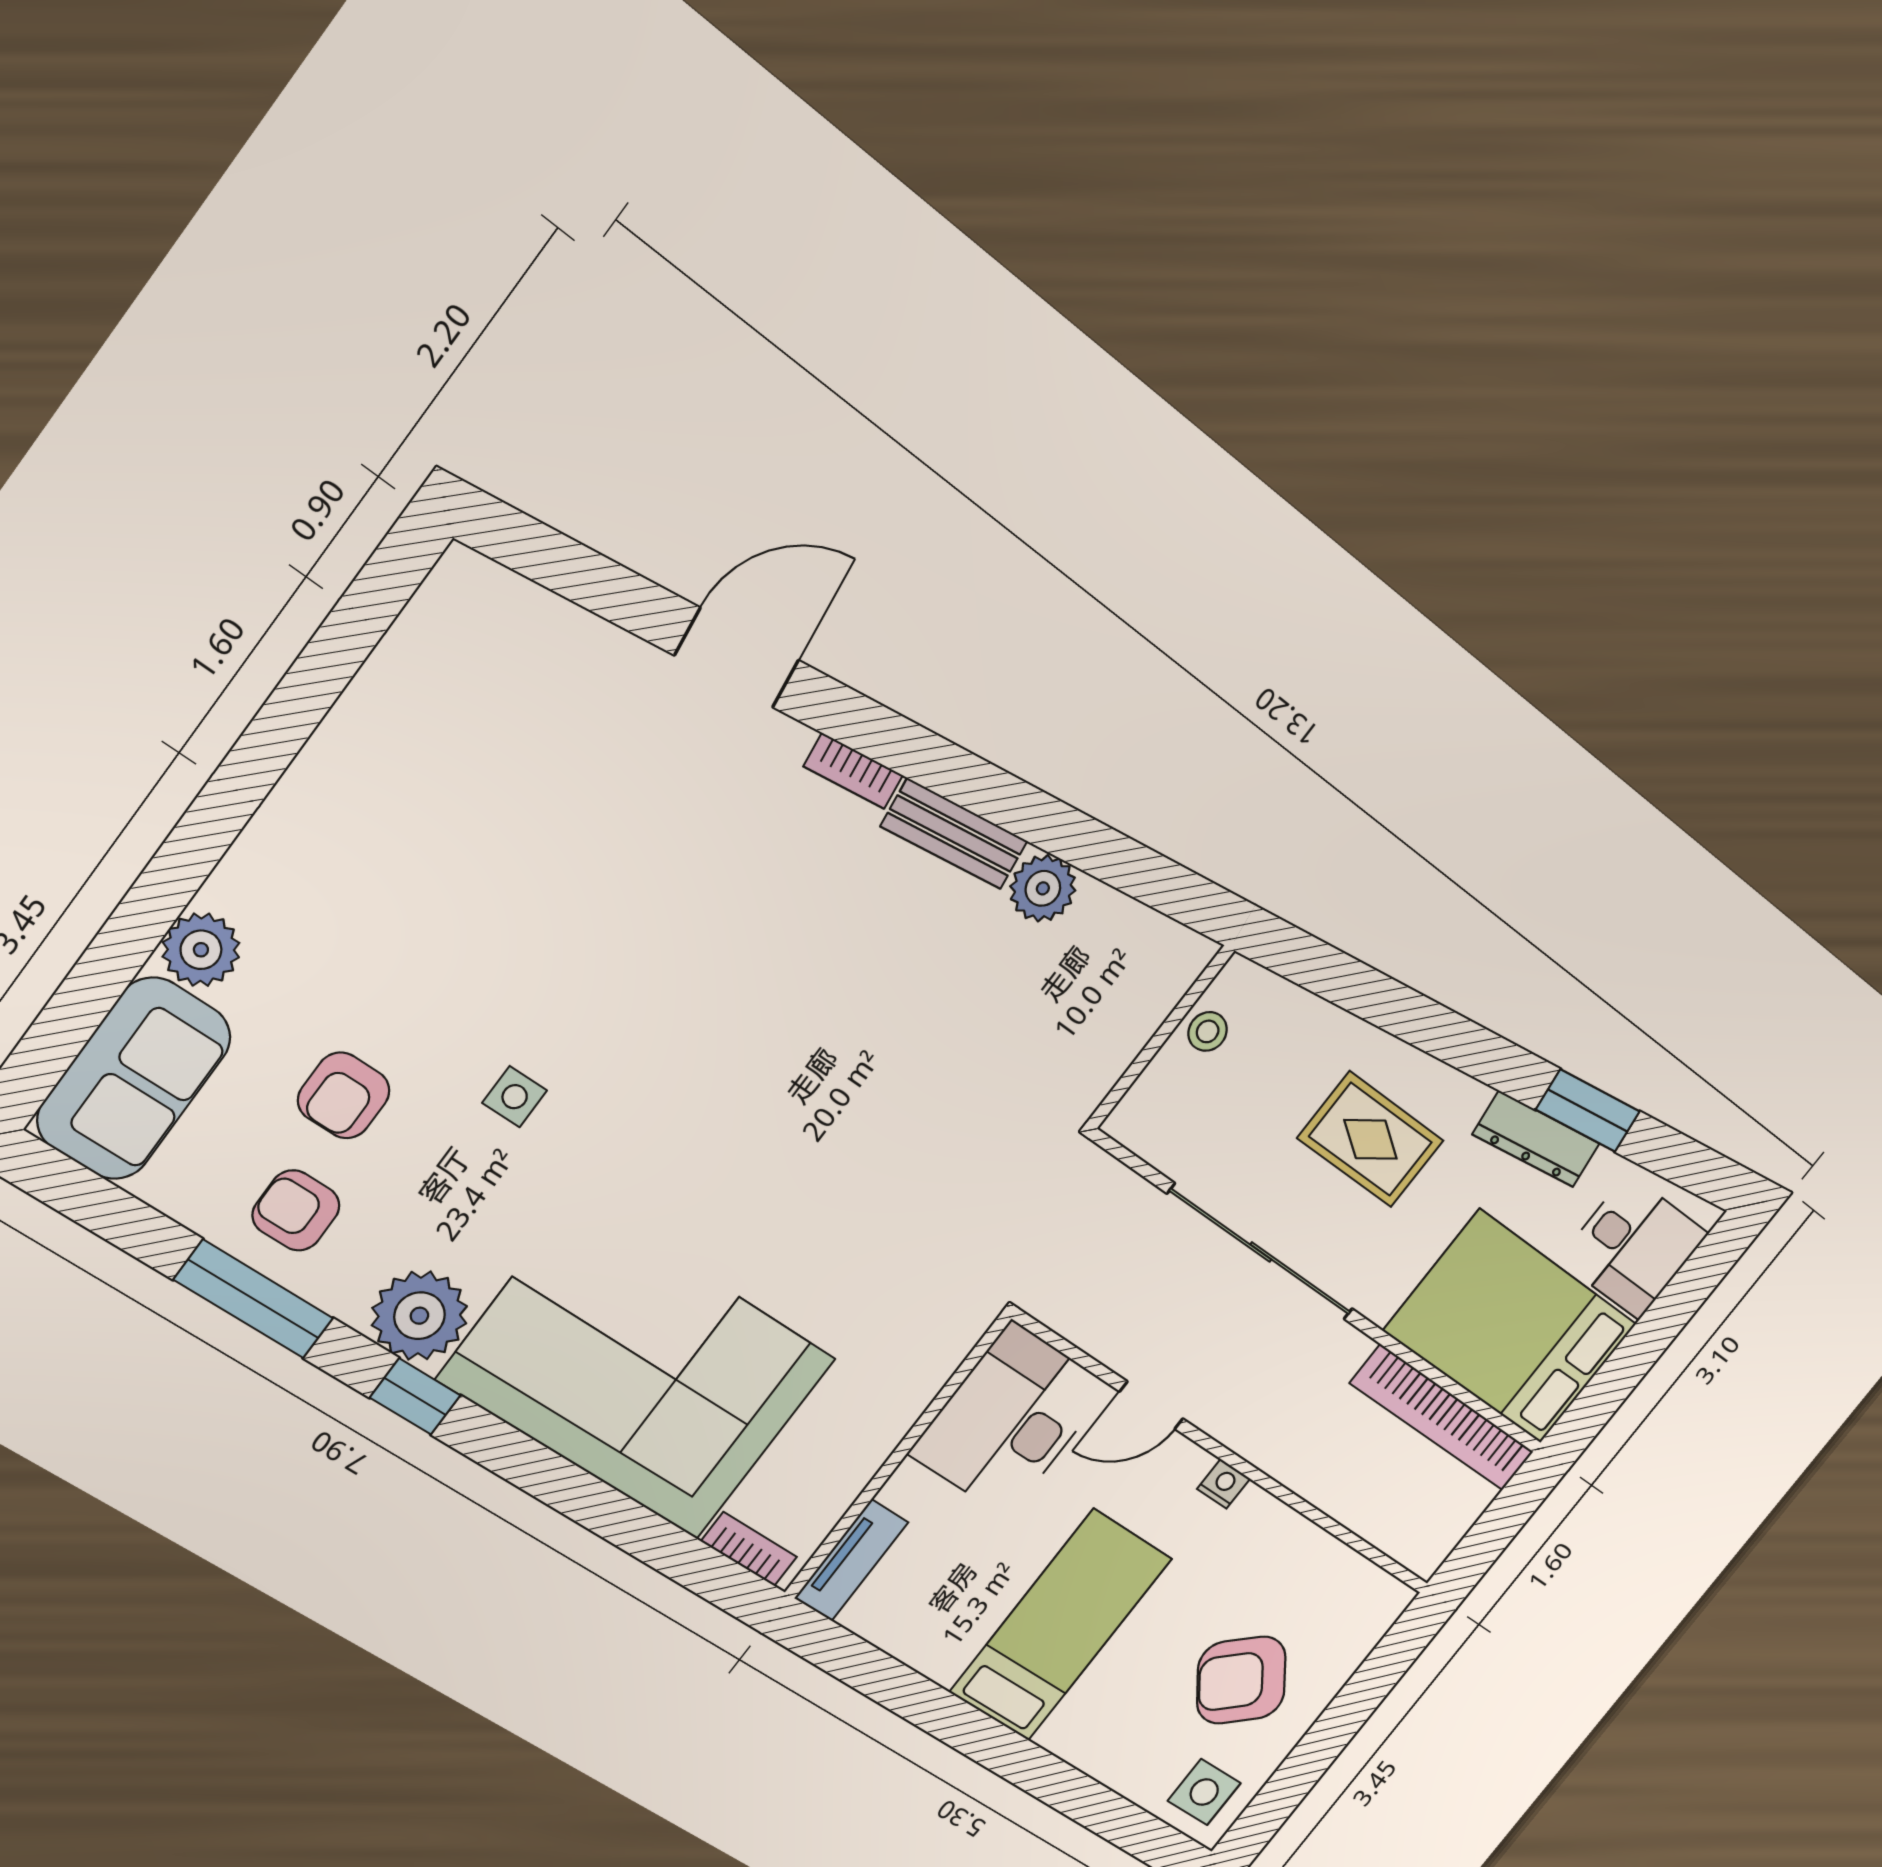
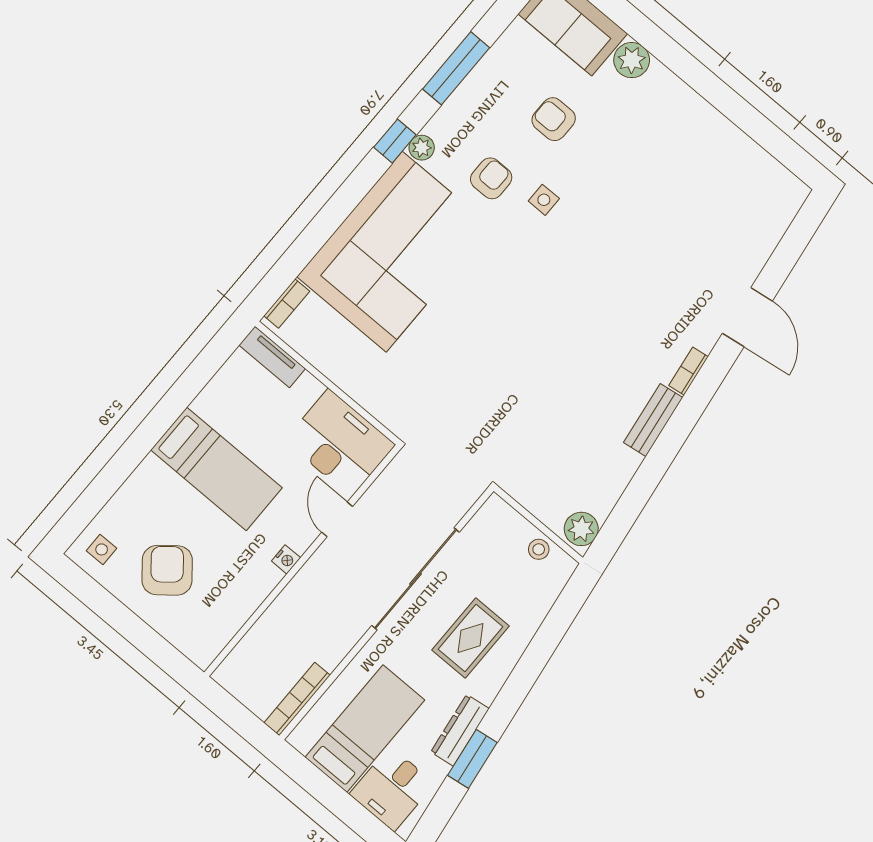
plant: (1043, 888) -> (581, 529), moved
armchair: (296, 1210) -> (491, 178), moved
plant: (419, 1316) -> (422, 148), width x0.53, depth x0.53
bed: (1511, 1327) -> (365, 729), width x0.67
bookcase: (1442, 1418) -> (297, 699), width x0.68, depth x0.76
side table: (1204, 1792) -> (102, 549), width x0.73, depth x0.73

